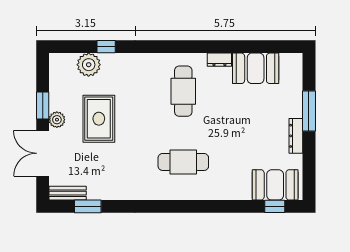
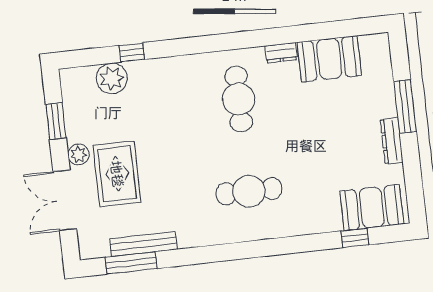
window: (43, 105) -> (56, 121), moved
rug: (99, 119) -> (117, 174), moved
bench: (68, 193) -> (143, 244), moved, width x1.36
window: (88, 206) -> (131, 263), width x1.44
window: (275, 206) -> (355, 238), moved

